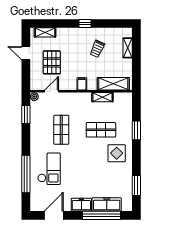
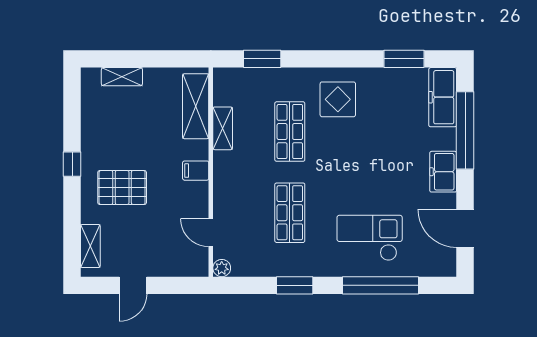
trolley: (97, 49) -> (124, 139), removed
pallet: (52, 62) -> (122, 188), moved
window: (26, 115) -> (295, 285), moved
shop shelf: (61, 130) -> (290, 213), turned 90
window: (136, 130) -> (262, 59), moved
freezer: (107, 204) -> (443, 97), moved

